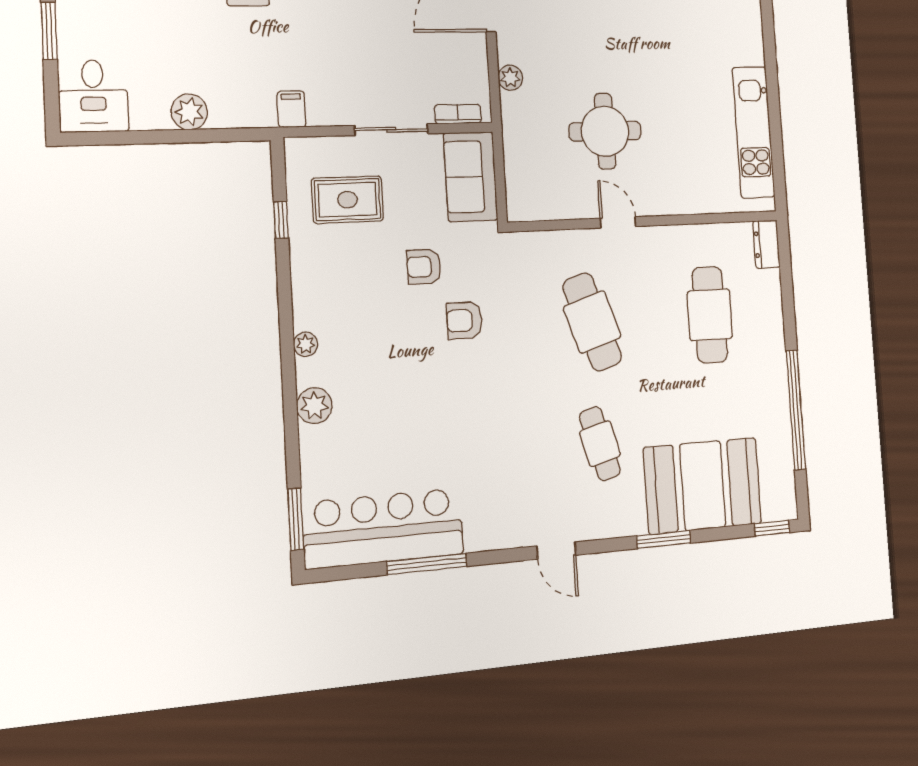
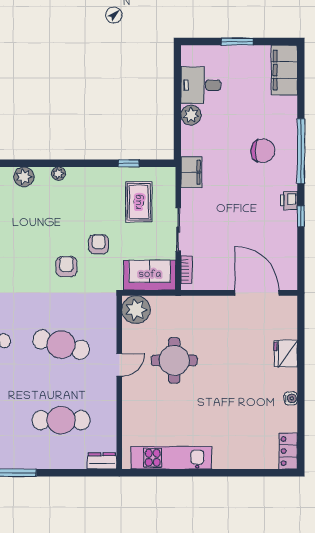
plant: (510, 78) -> (136, 310), moved, width x1.88, depth x1.88
desk: (93, 96) -> (201, 85), moved
filing cabinet: (291, 109) -> (191, 172), width x2.00
cafe table: (592, 322) -> (61, 345), turned 33

